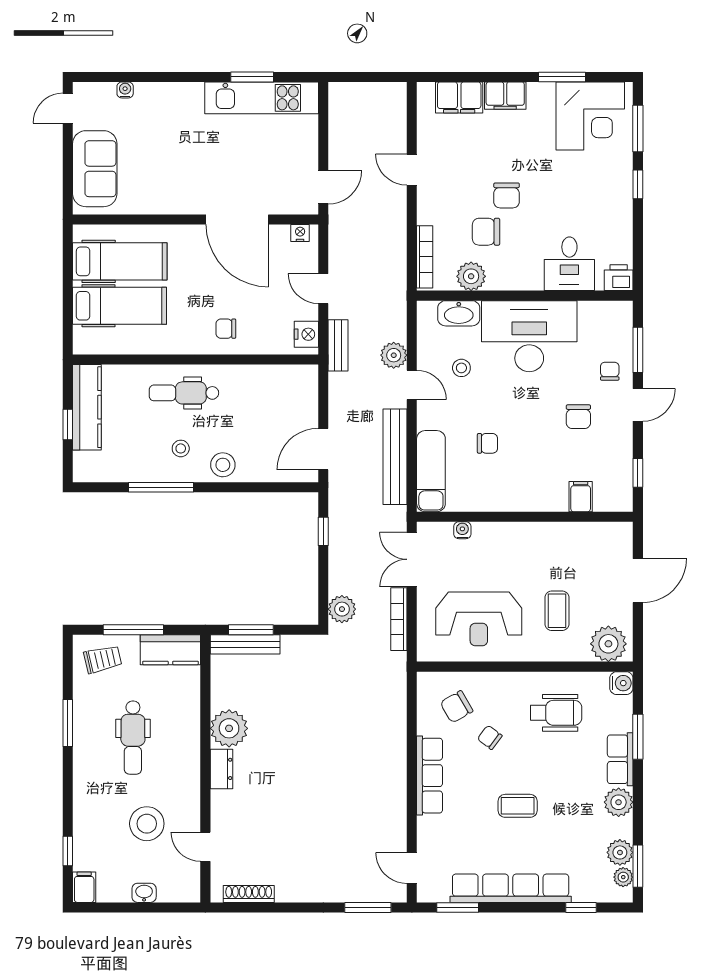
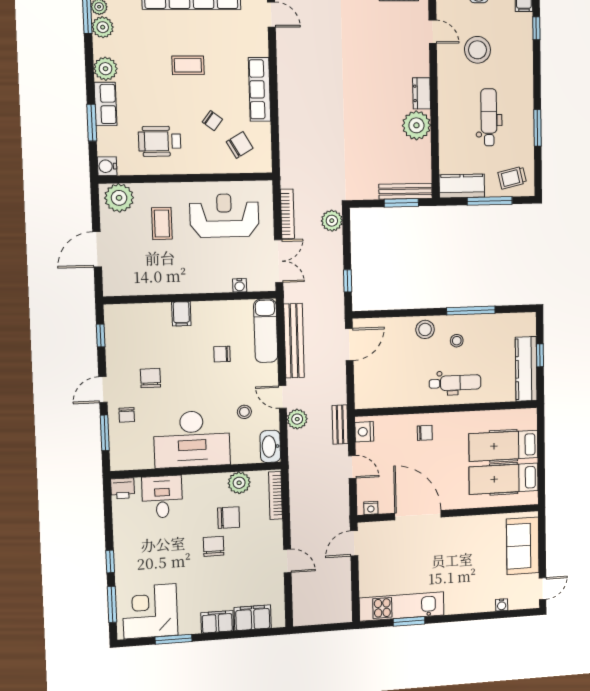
washbasin: (459, 313) -> (270, 446), moved, turned -90
filing cabinet: (581, 497) -> (181, 314), moved

